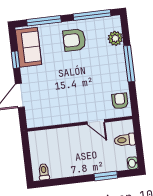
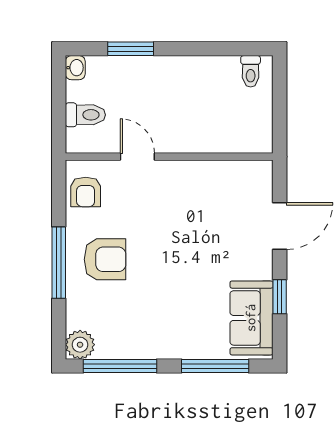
plant: (115, 38) -> (80, 345), moved
armchair: (74, 40) -> (105, 259), moved

